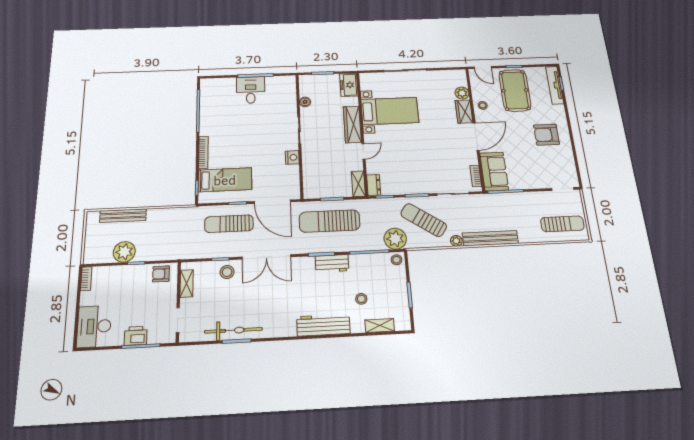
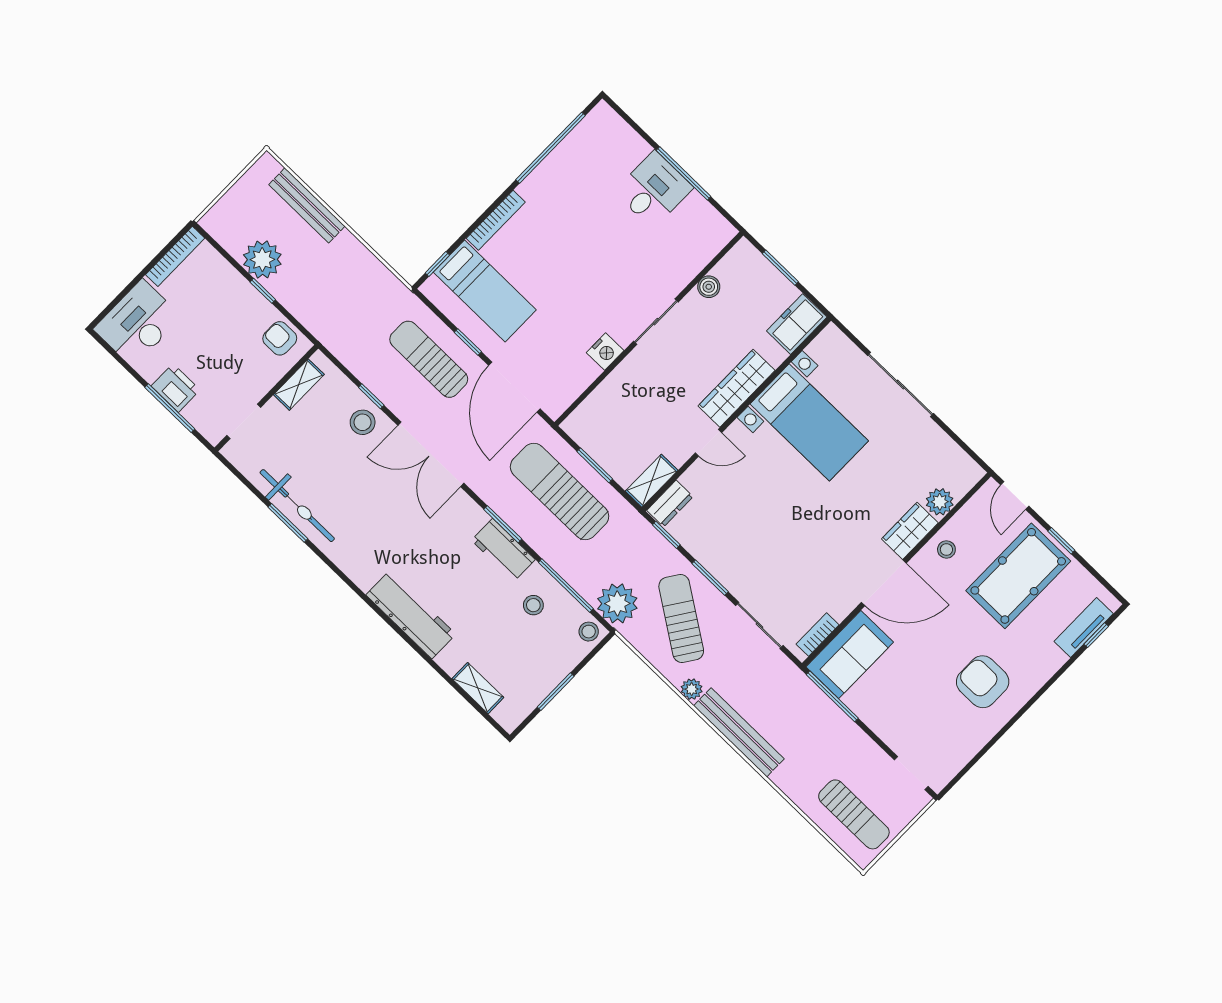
tv unit: (555, 85) -> (1084, 628), width x0.71
bookcase: (86, 279) -> (175, 256), width x1.56
stool: (361, 299) -> (533, 605), moved

